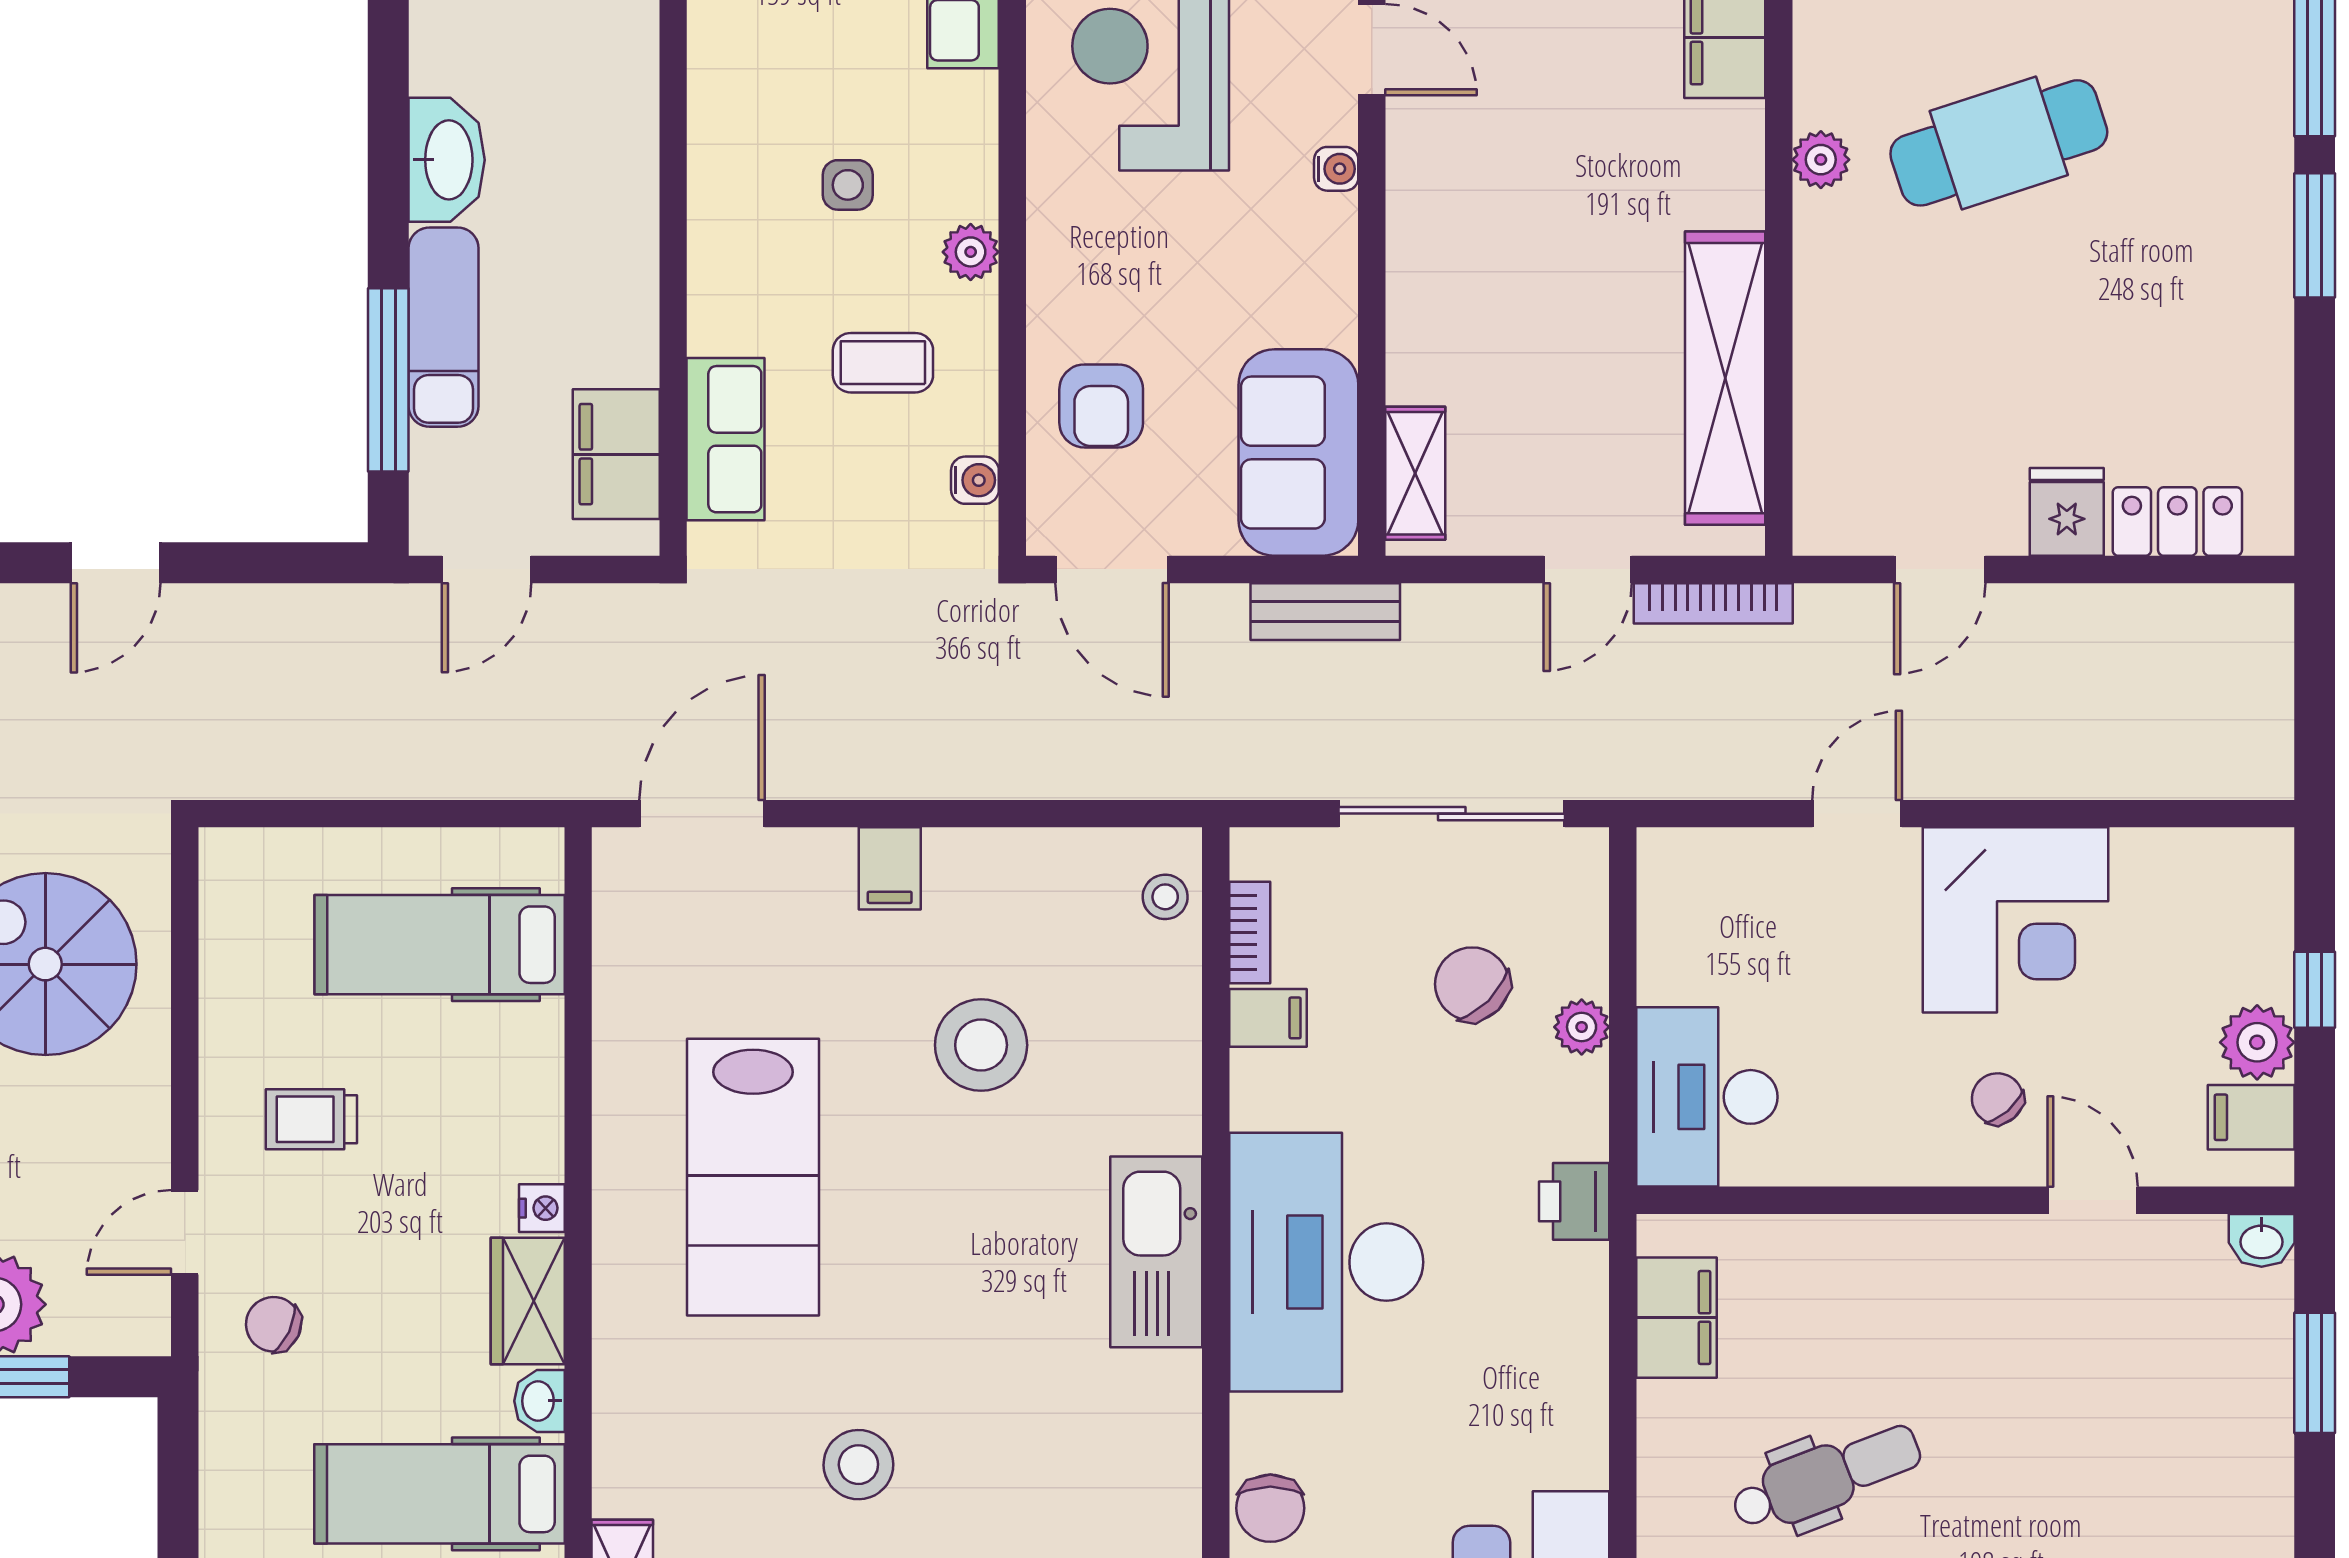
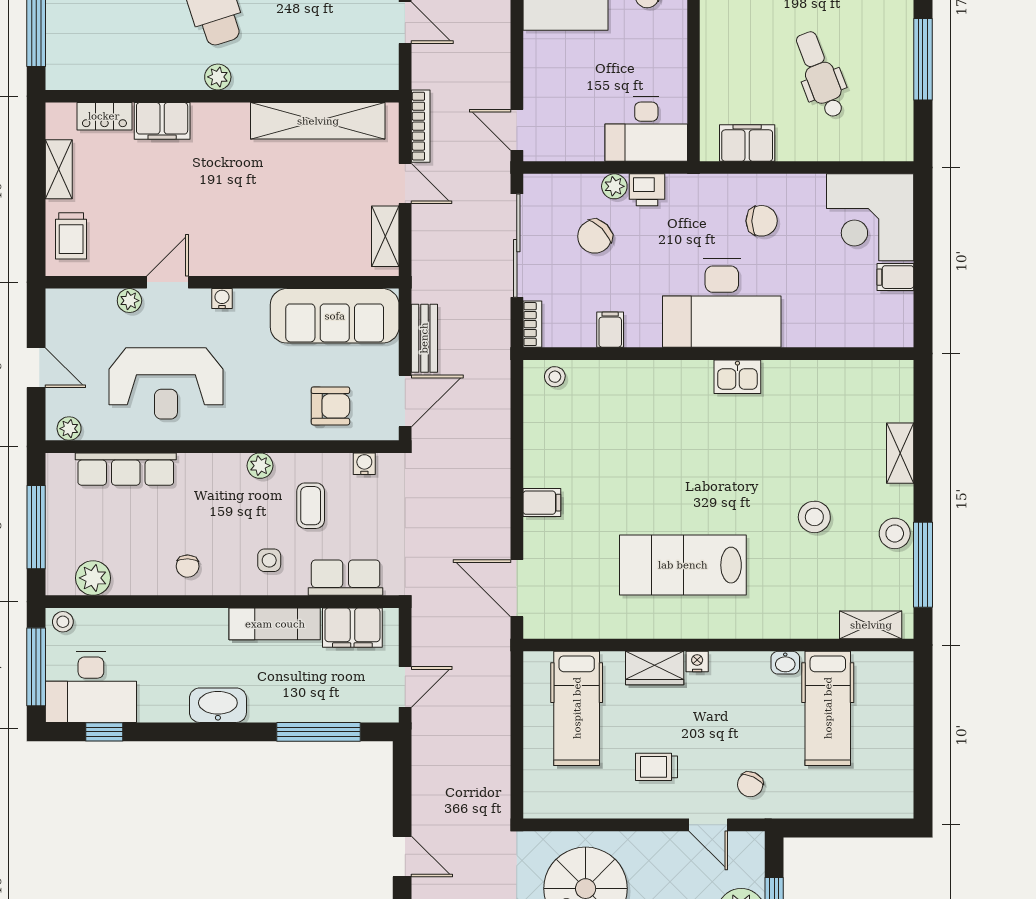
chair: (751, 93) -> (188, 566), added
side table: (848, 185) -> (269, 560), moved
exam couch: (444, 327) -> (275, 624), moved, turned 180
sofa: (1298, 453) -> (335, 316), width x1.36
shelving: (1415, 473) -> (385, 236), moved, turned 90
door: (486, 569) -> (405, 687), hinge flipped
bench: (1325, 612) -> (424, 338), moved
door: (1857, 814) -> (517, 130), moved
bookcase: (1250, 933) -> (532, 324), moved, turned 90
stool: (981, 1045) -> (623, 461), removed
trolley: (311, 1119) -> (656, 767), turned 90
lab bench: (753, 1177) -> (683, 565), turned 180
printer: (1574, 1201) -> (647, 190), moved
kitchen sink: (1156, 1252) -> (737, 377), width x0.53, depth x0.81
wardrobe: (528, 1301) -> (655, 668), moved
chair: (1270, 1508) -> (762, 221), moved

